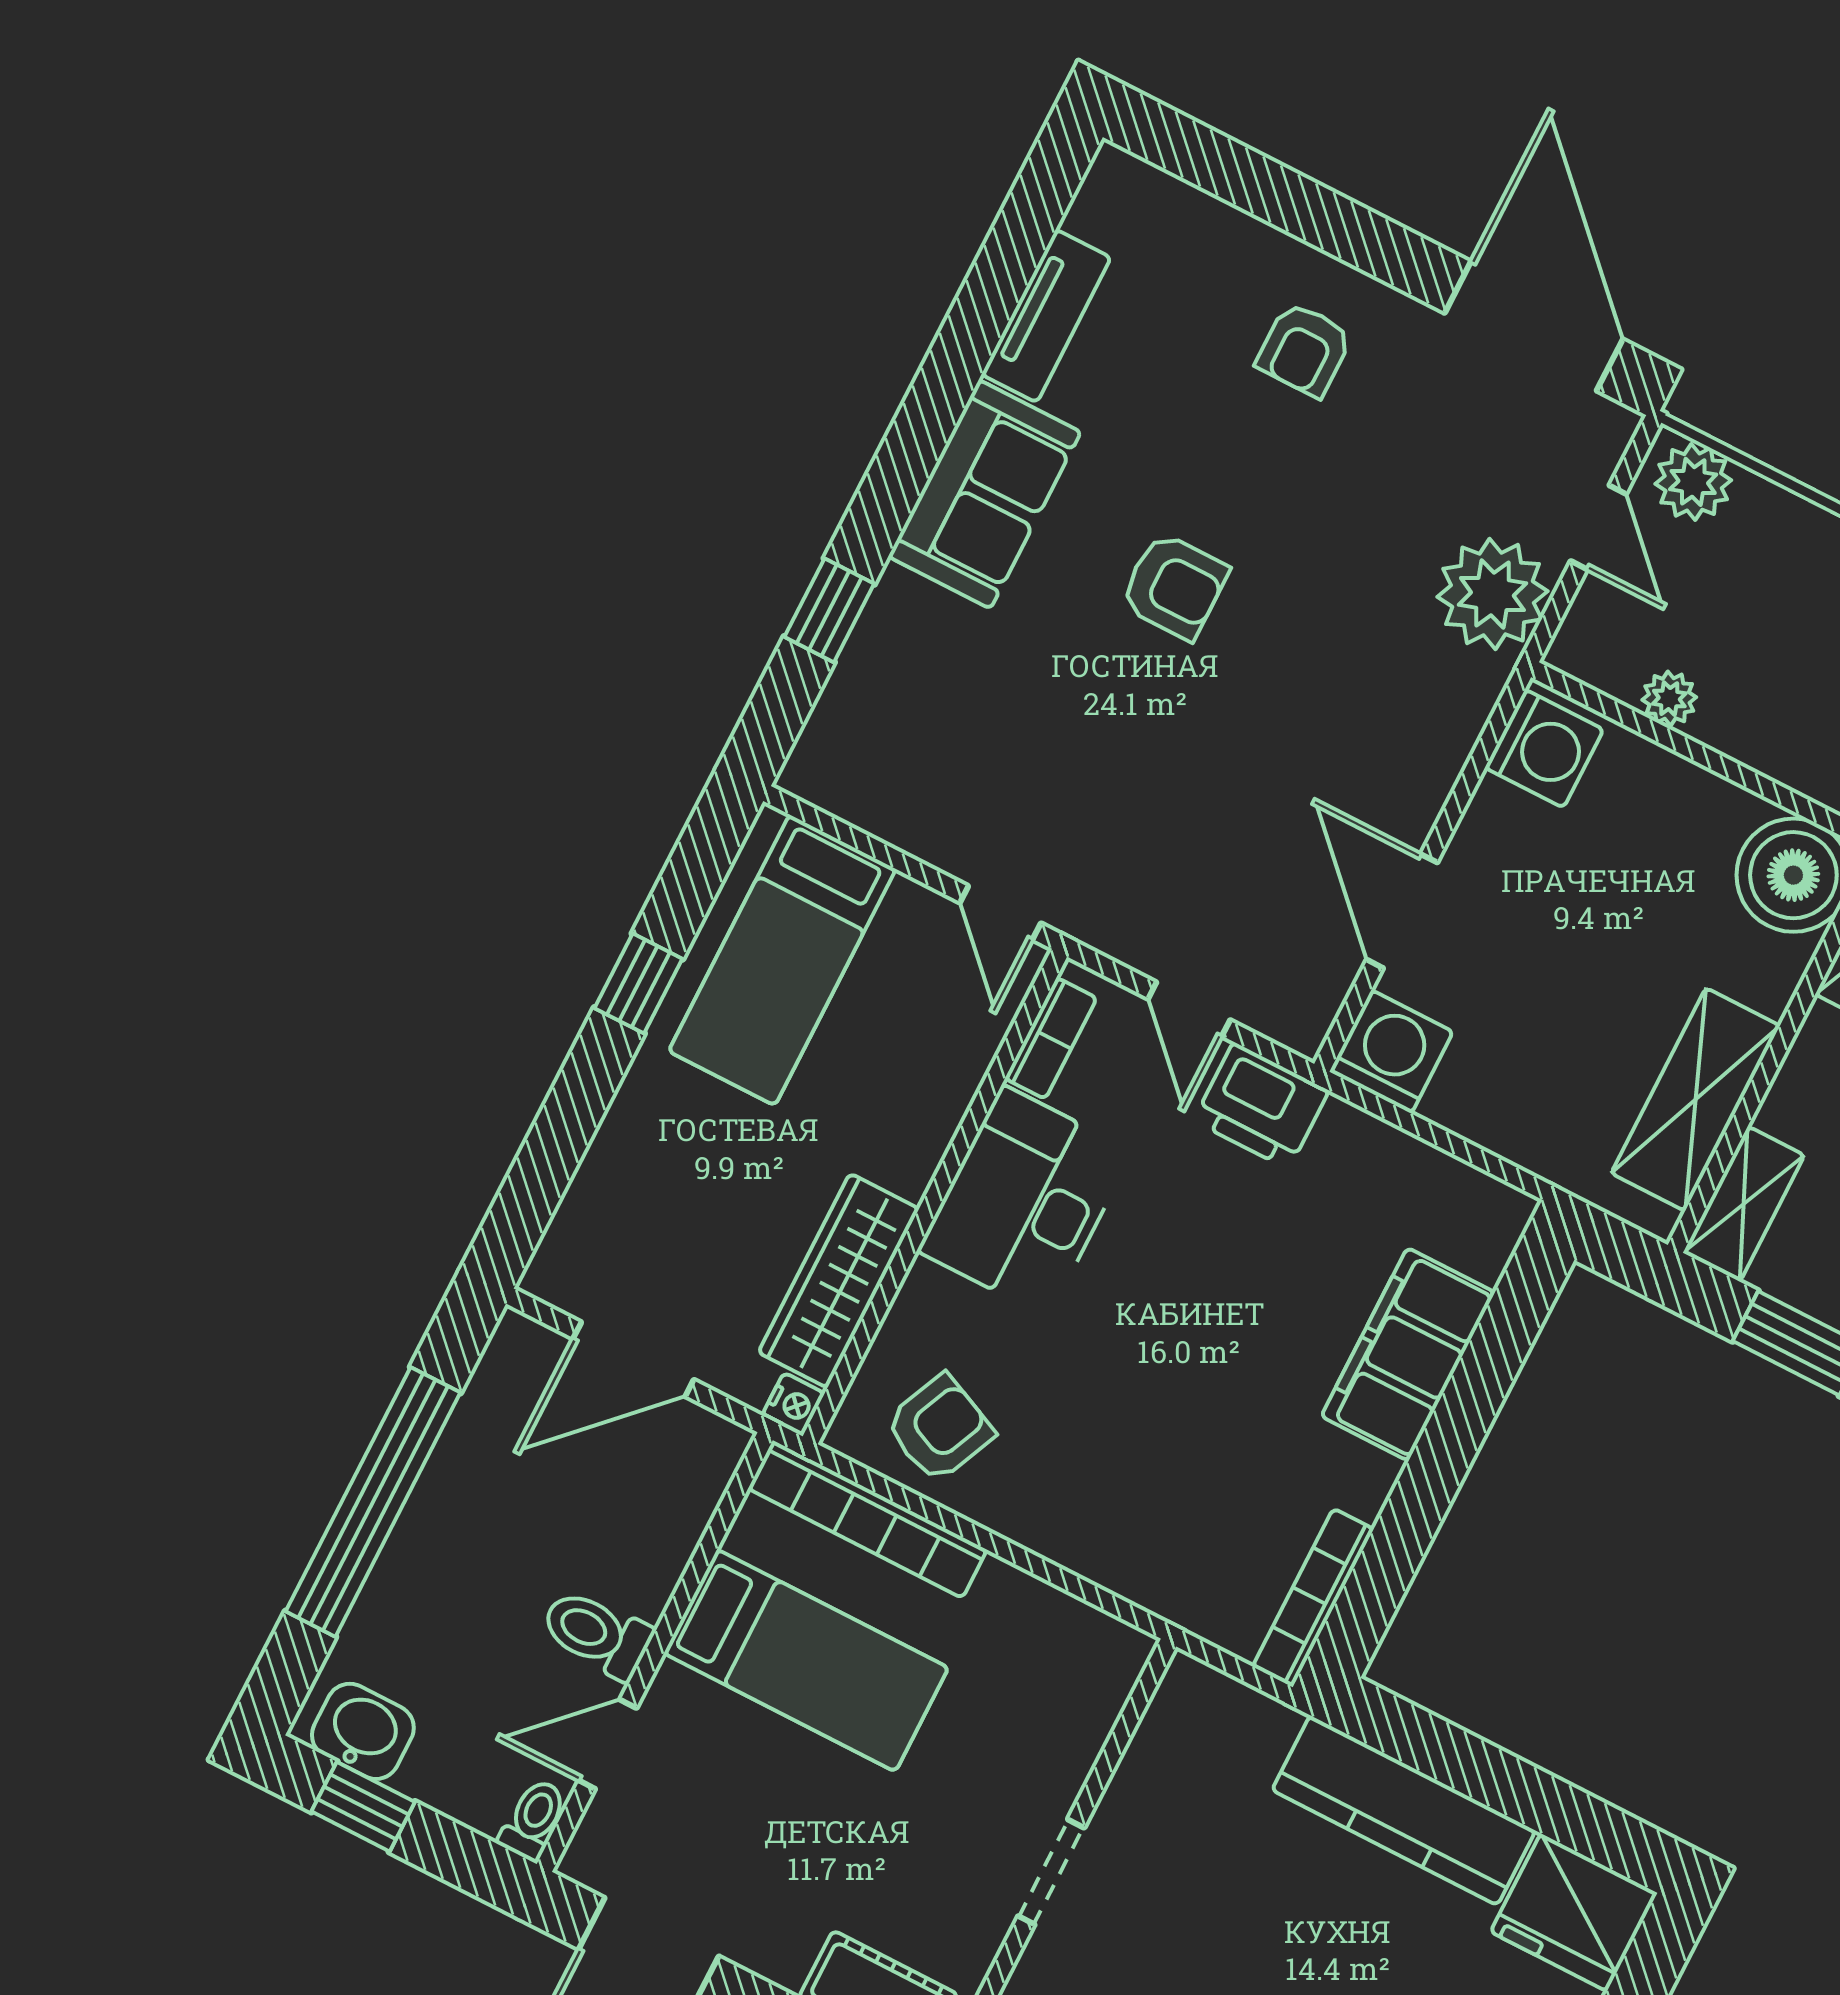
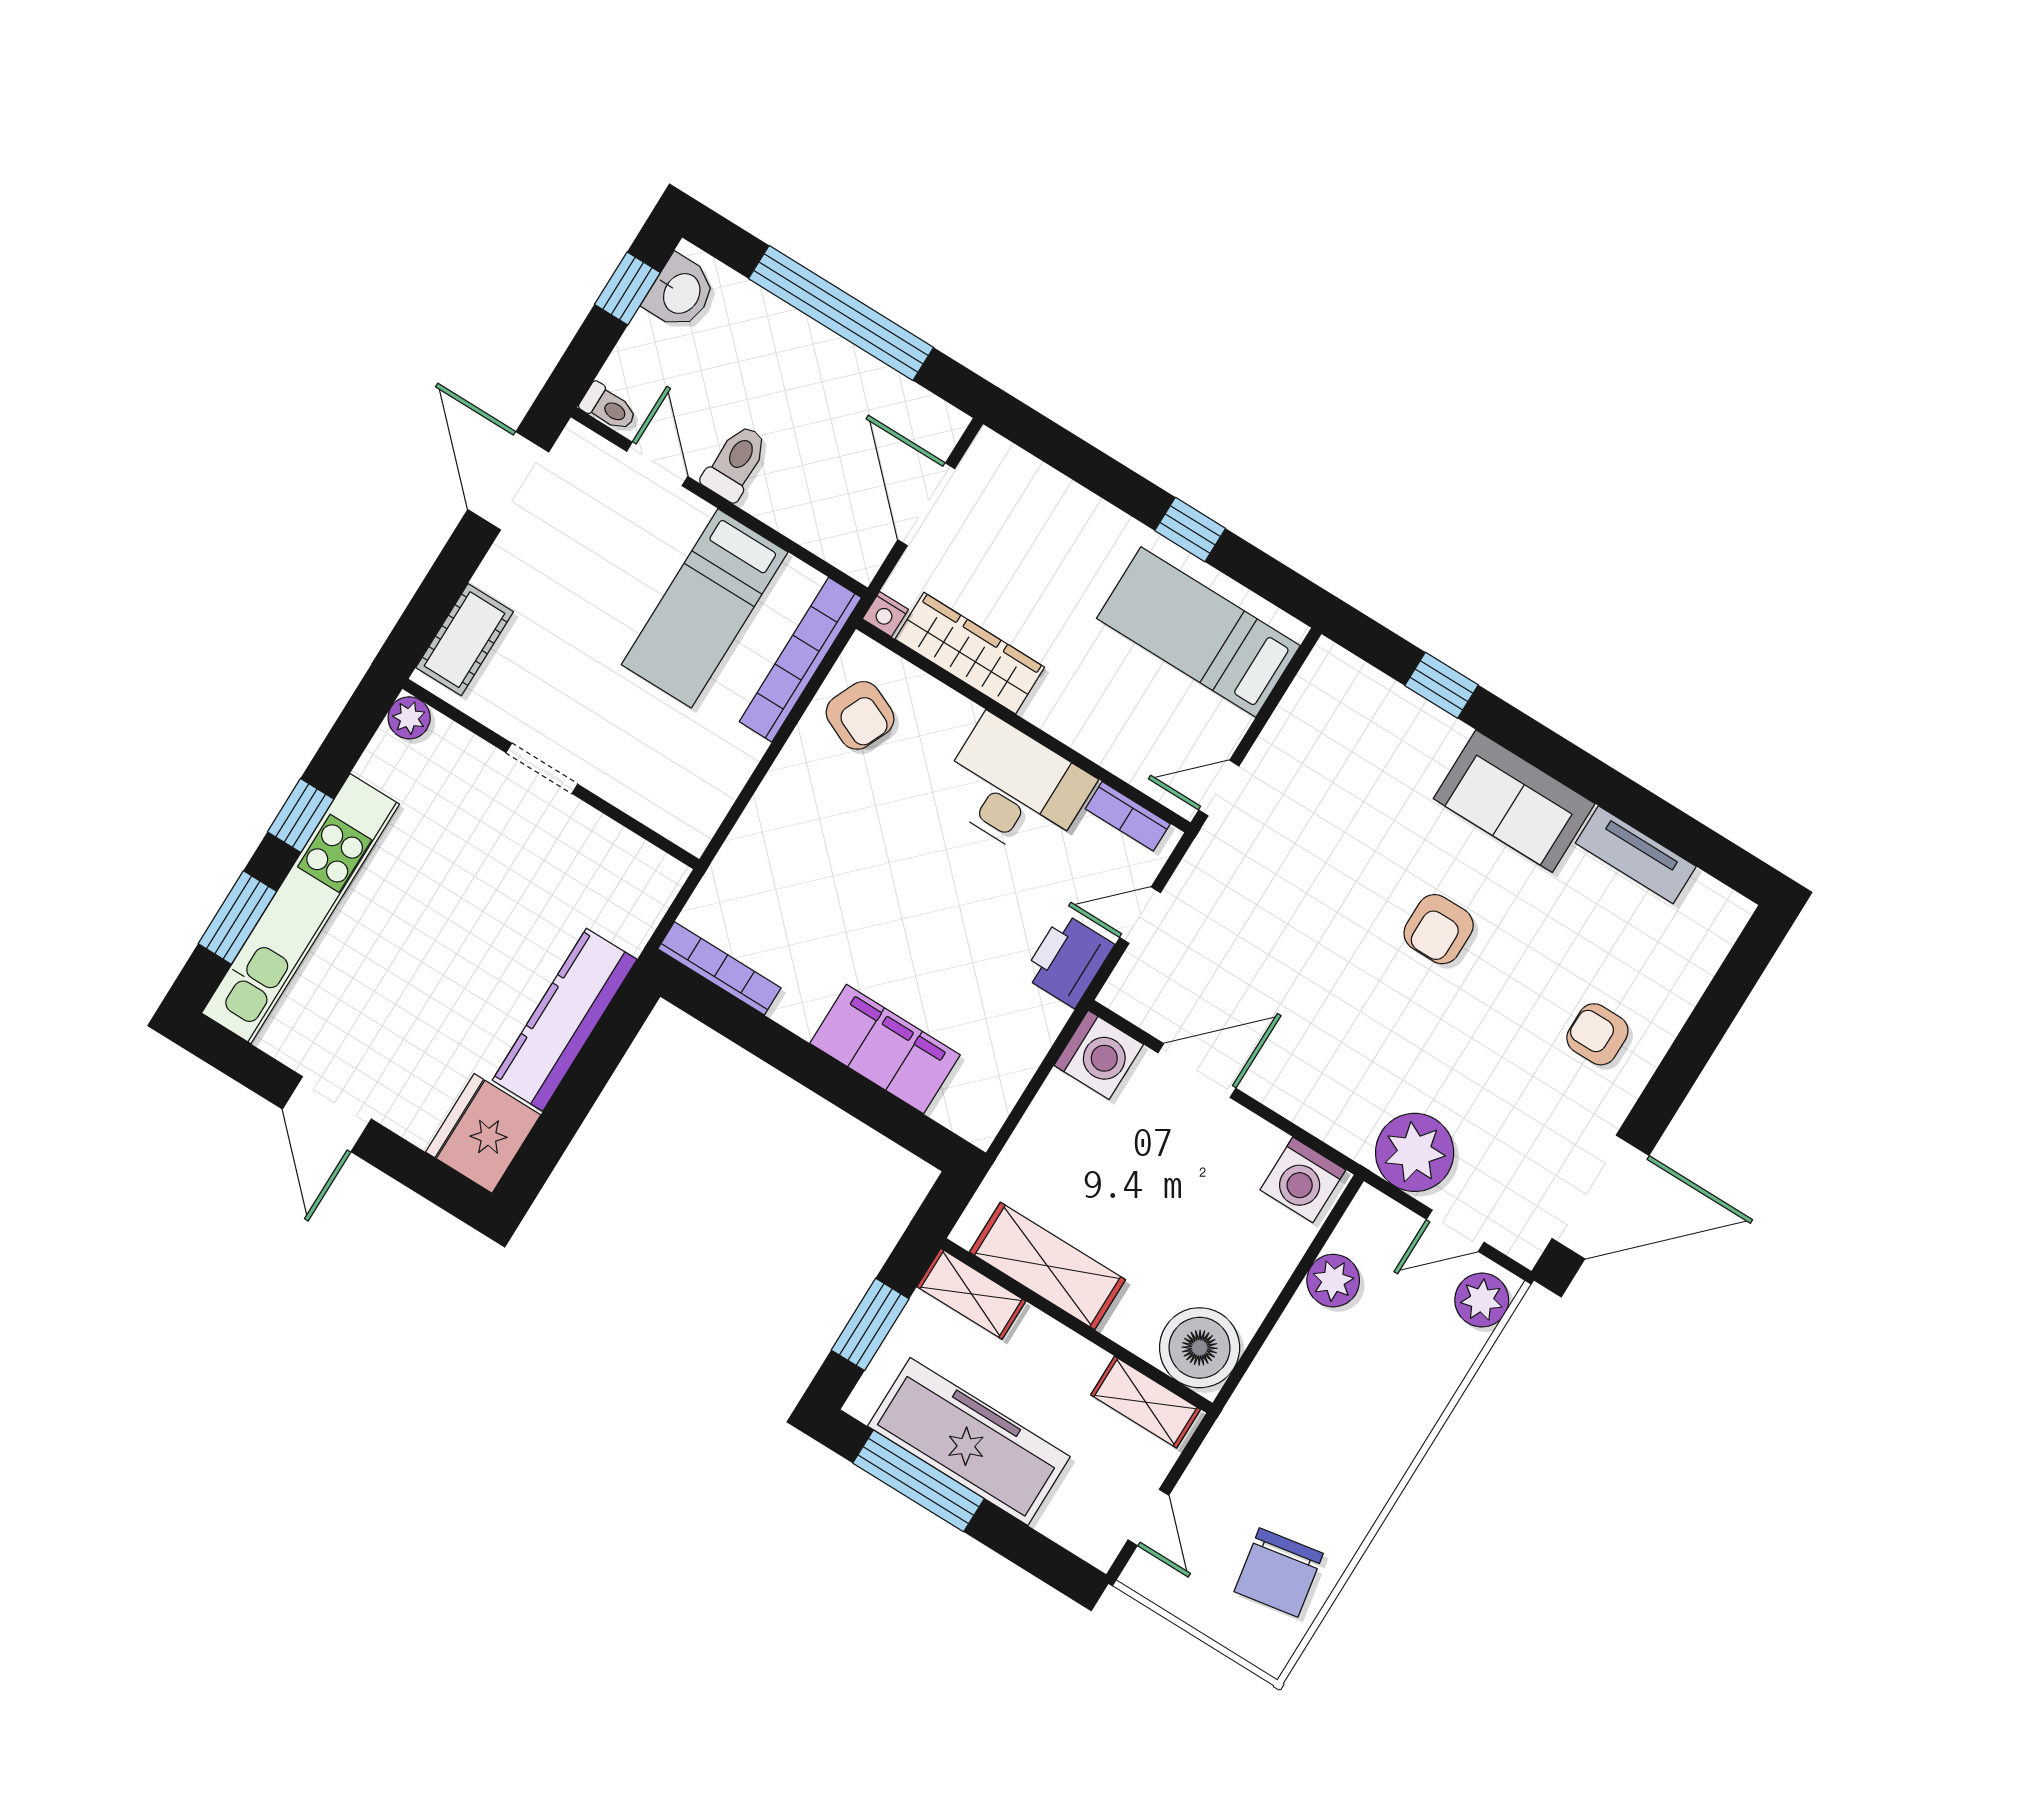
plant: (1669, 699) -> (1333, 1281), width x1.38, depth x1.38

